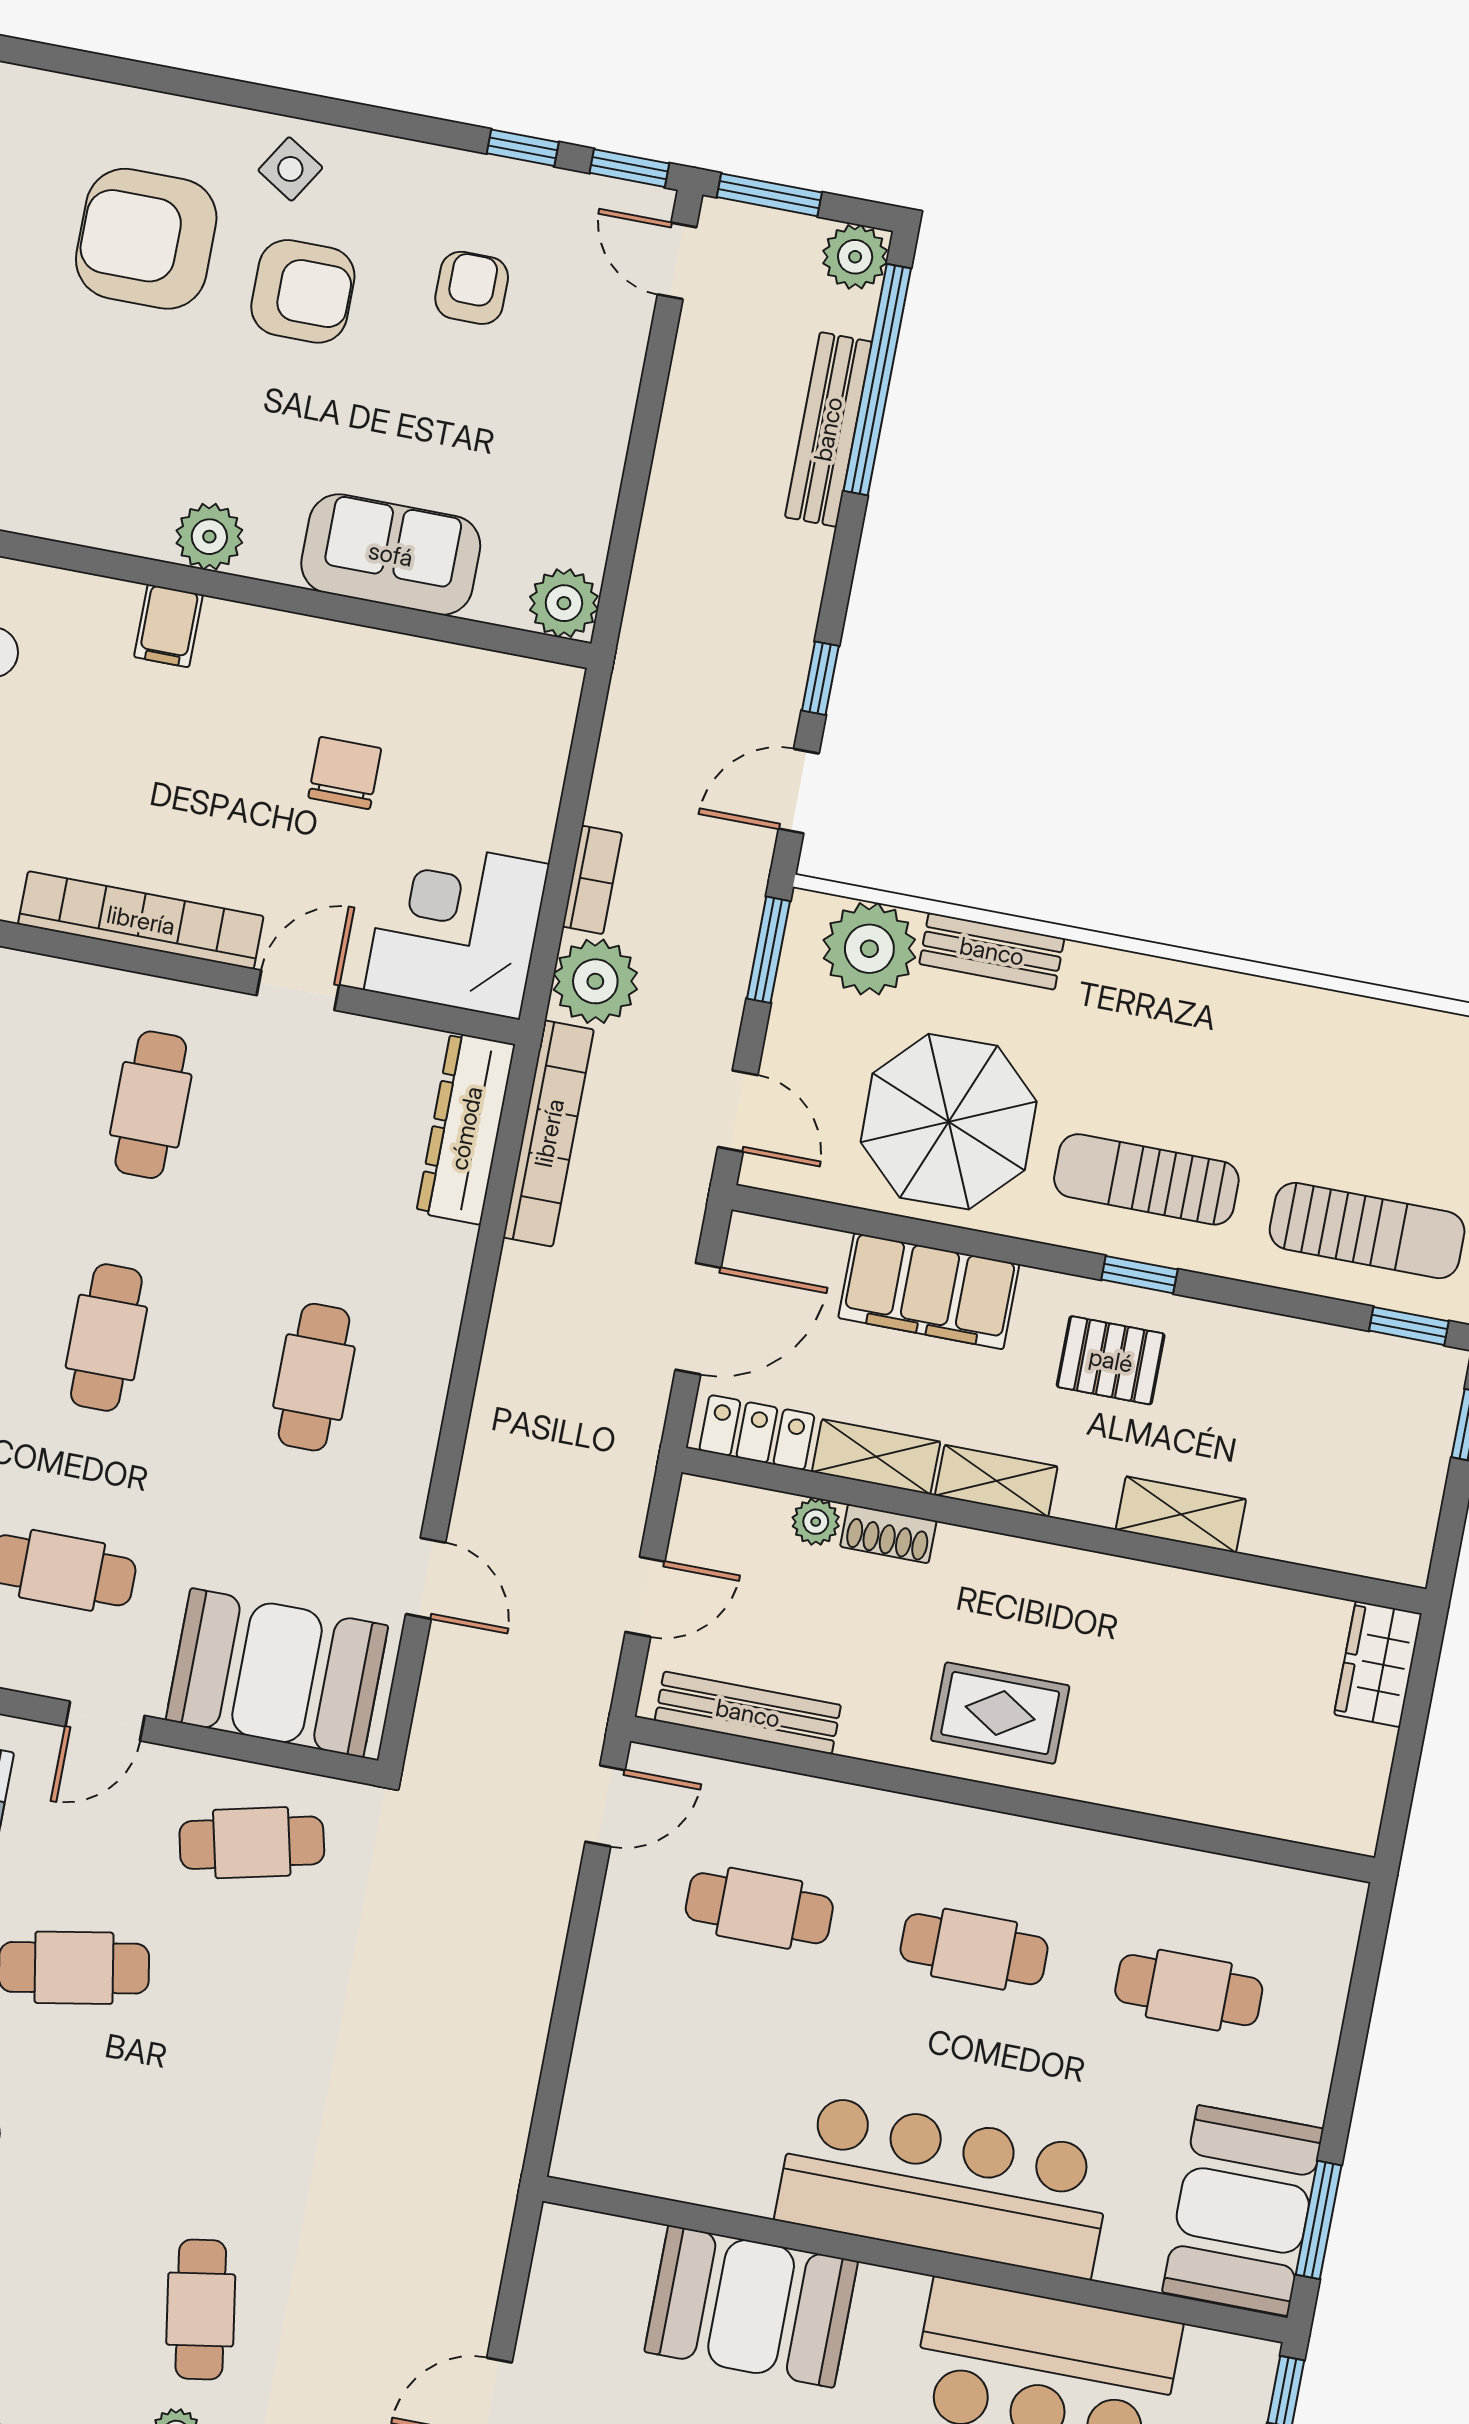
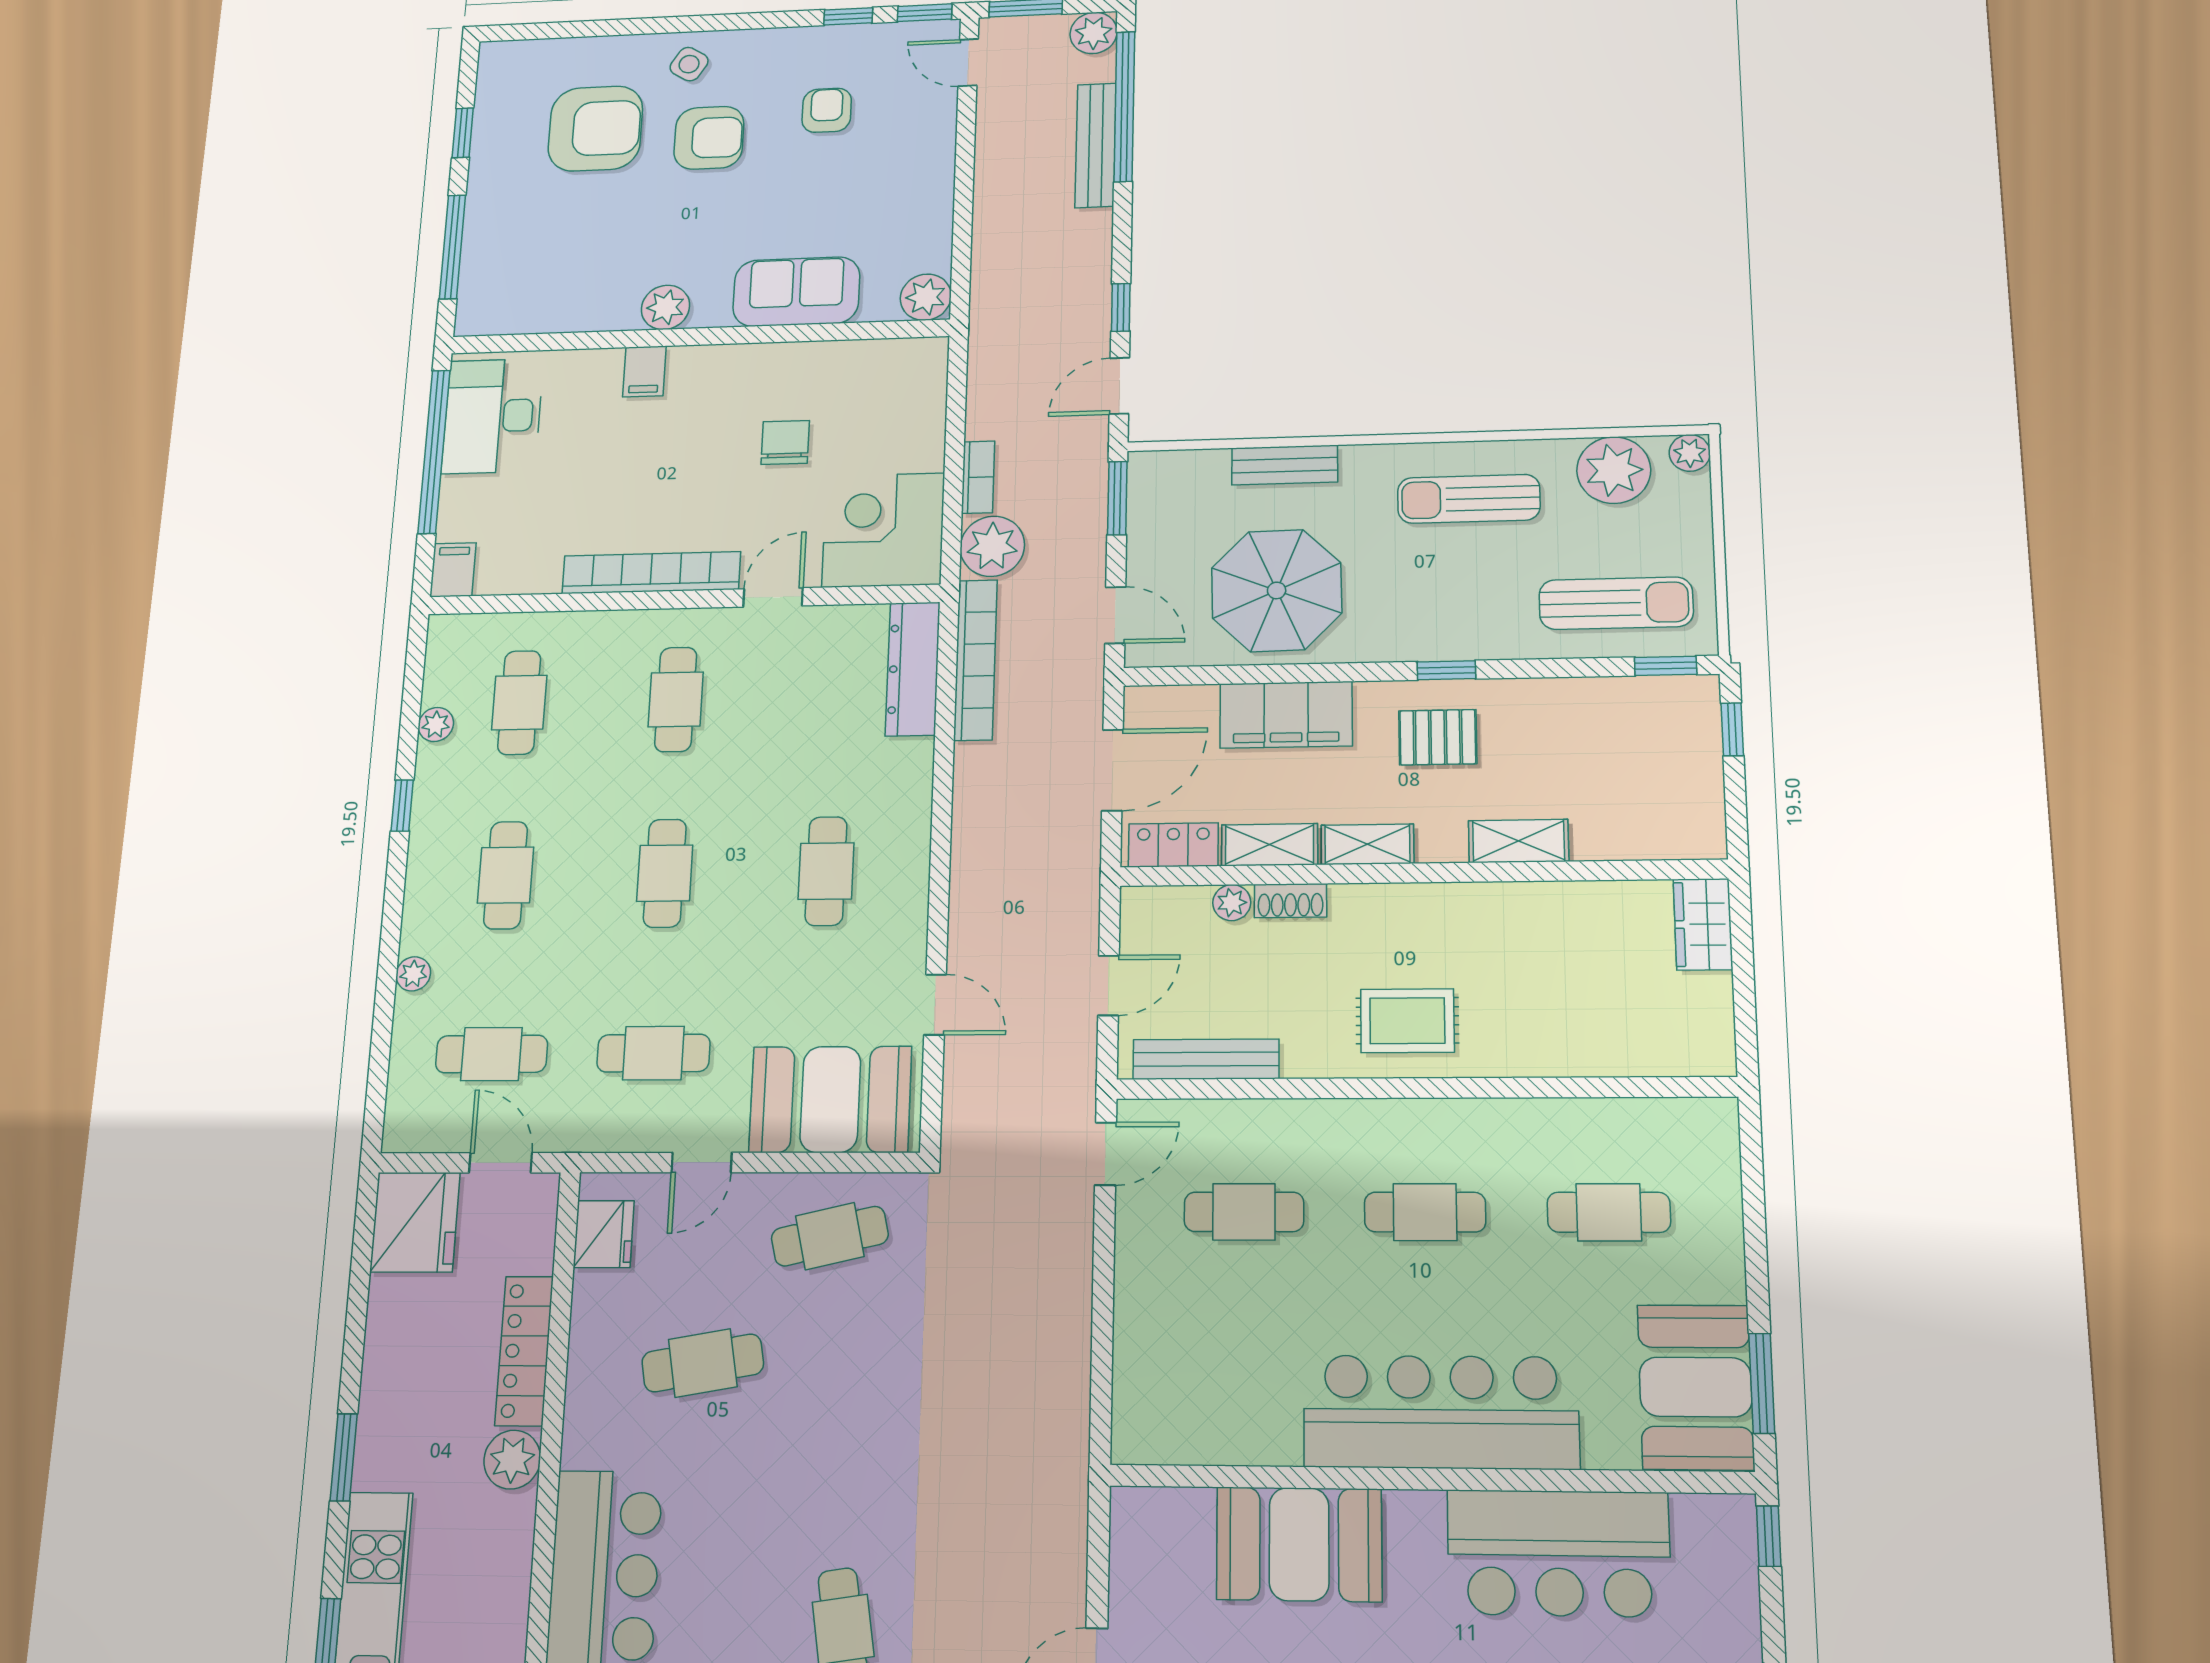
armchair: (146, 239) -> (595, 129), turned 180
plant: (869, 949) -> (1614, 470), moved
sun lounger: (1146, 1179) -> (1469, 499), moved

